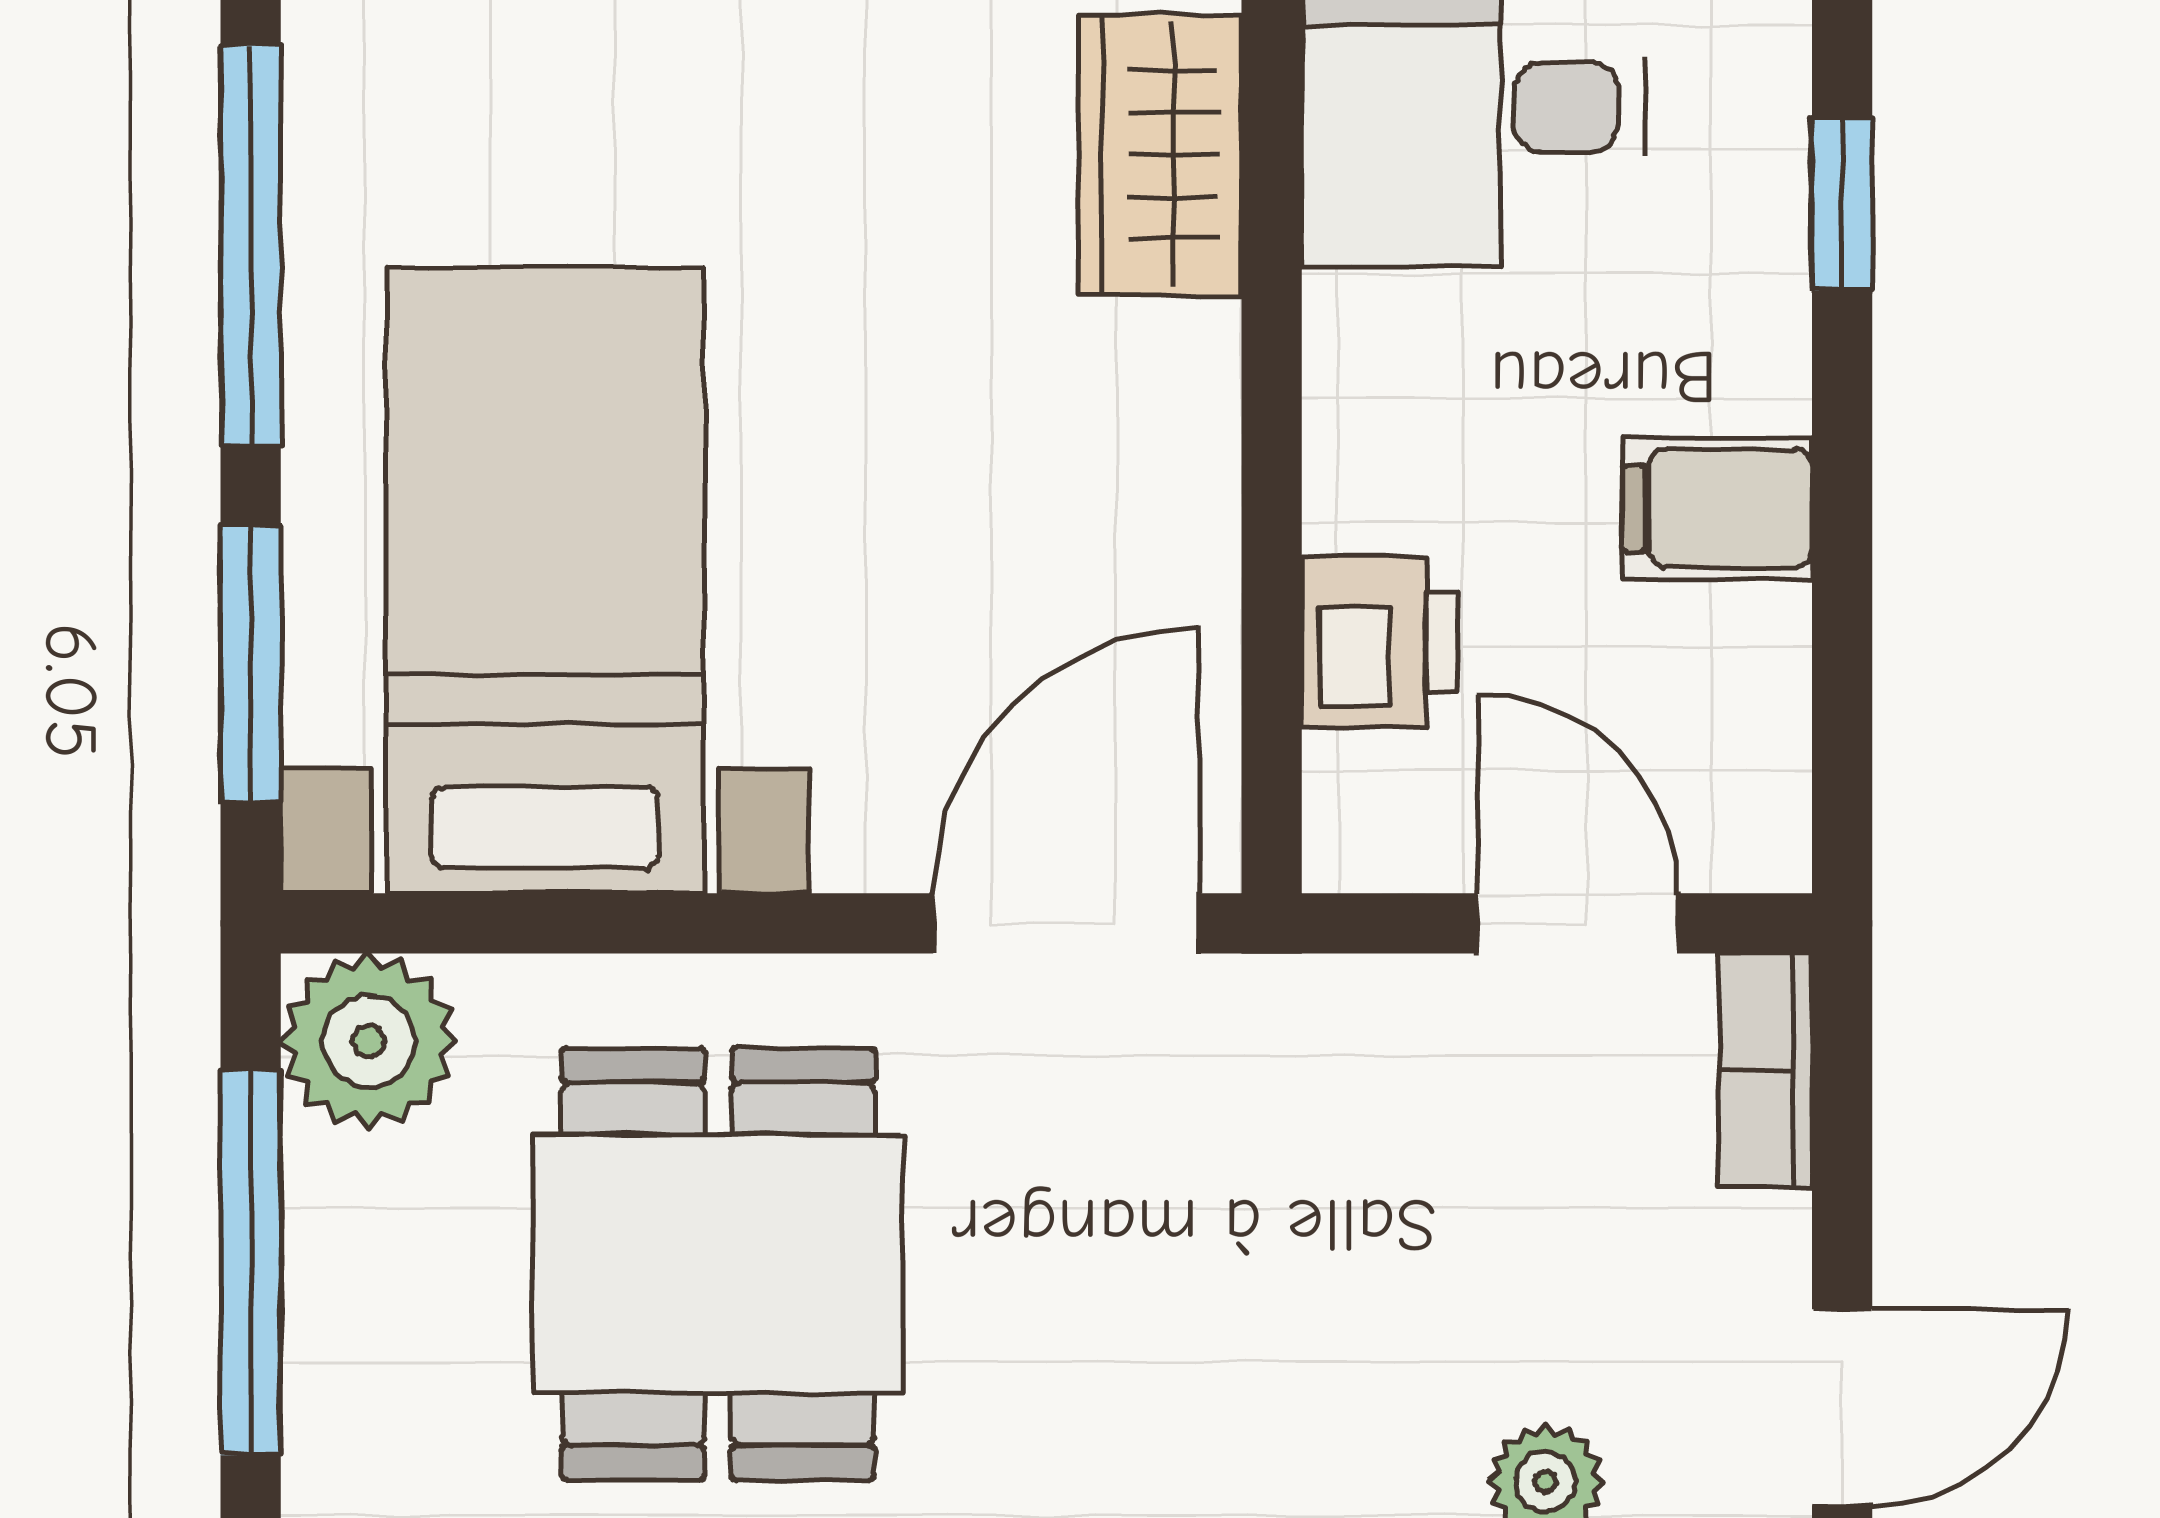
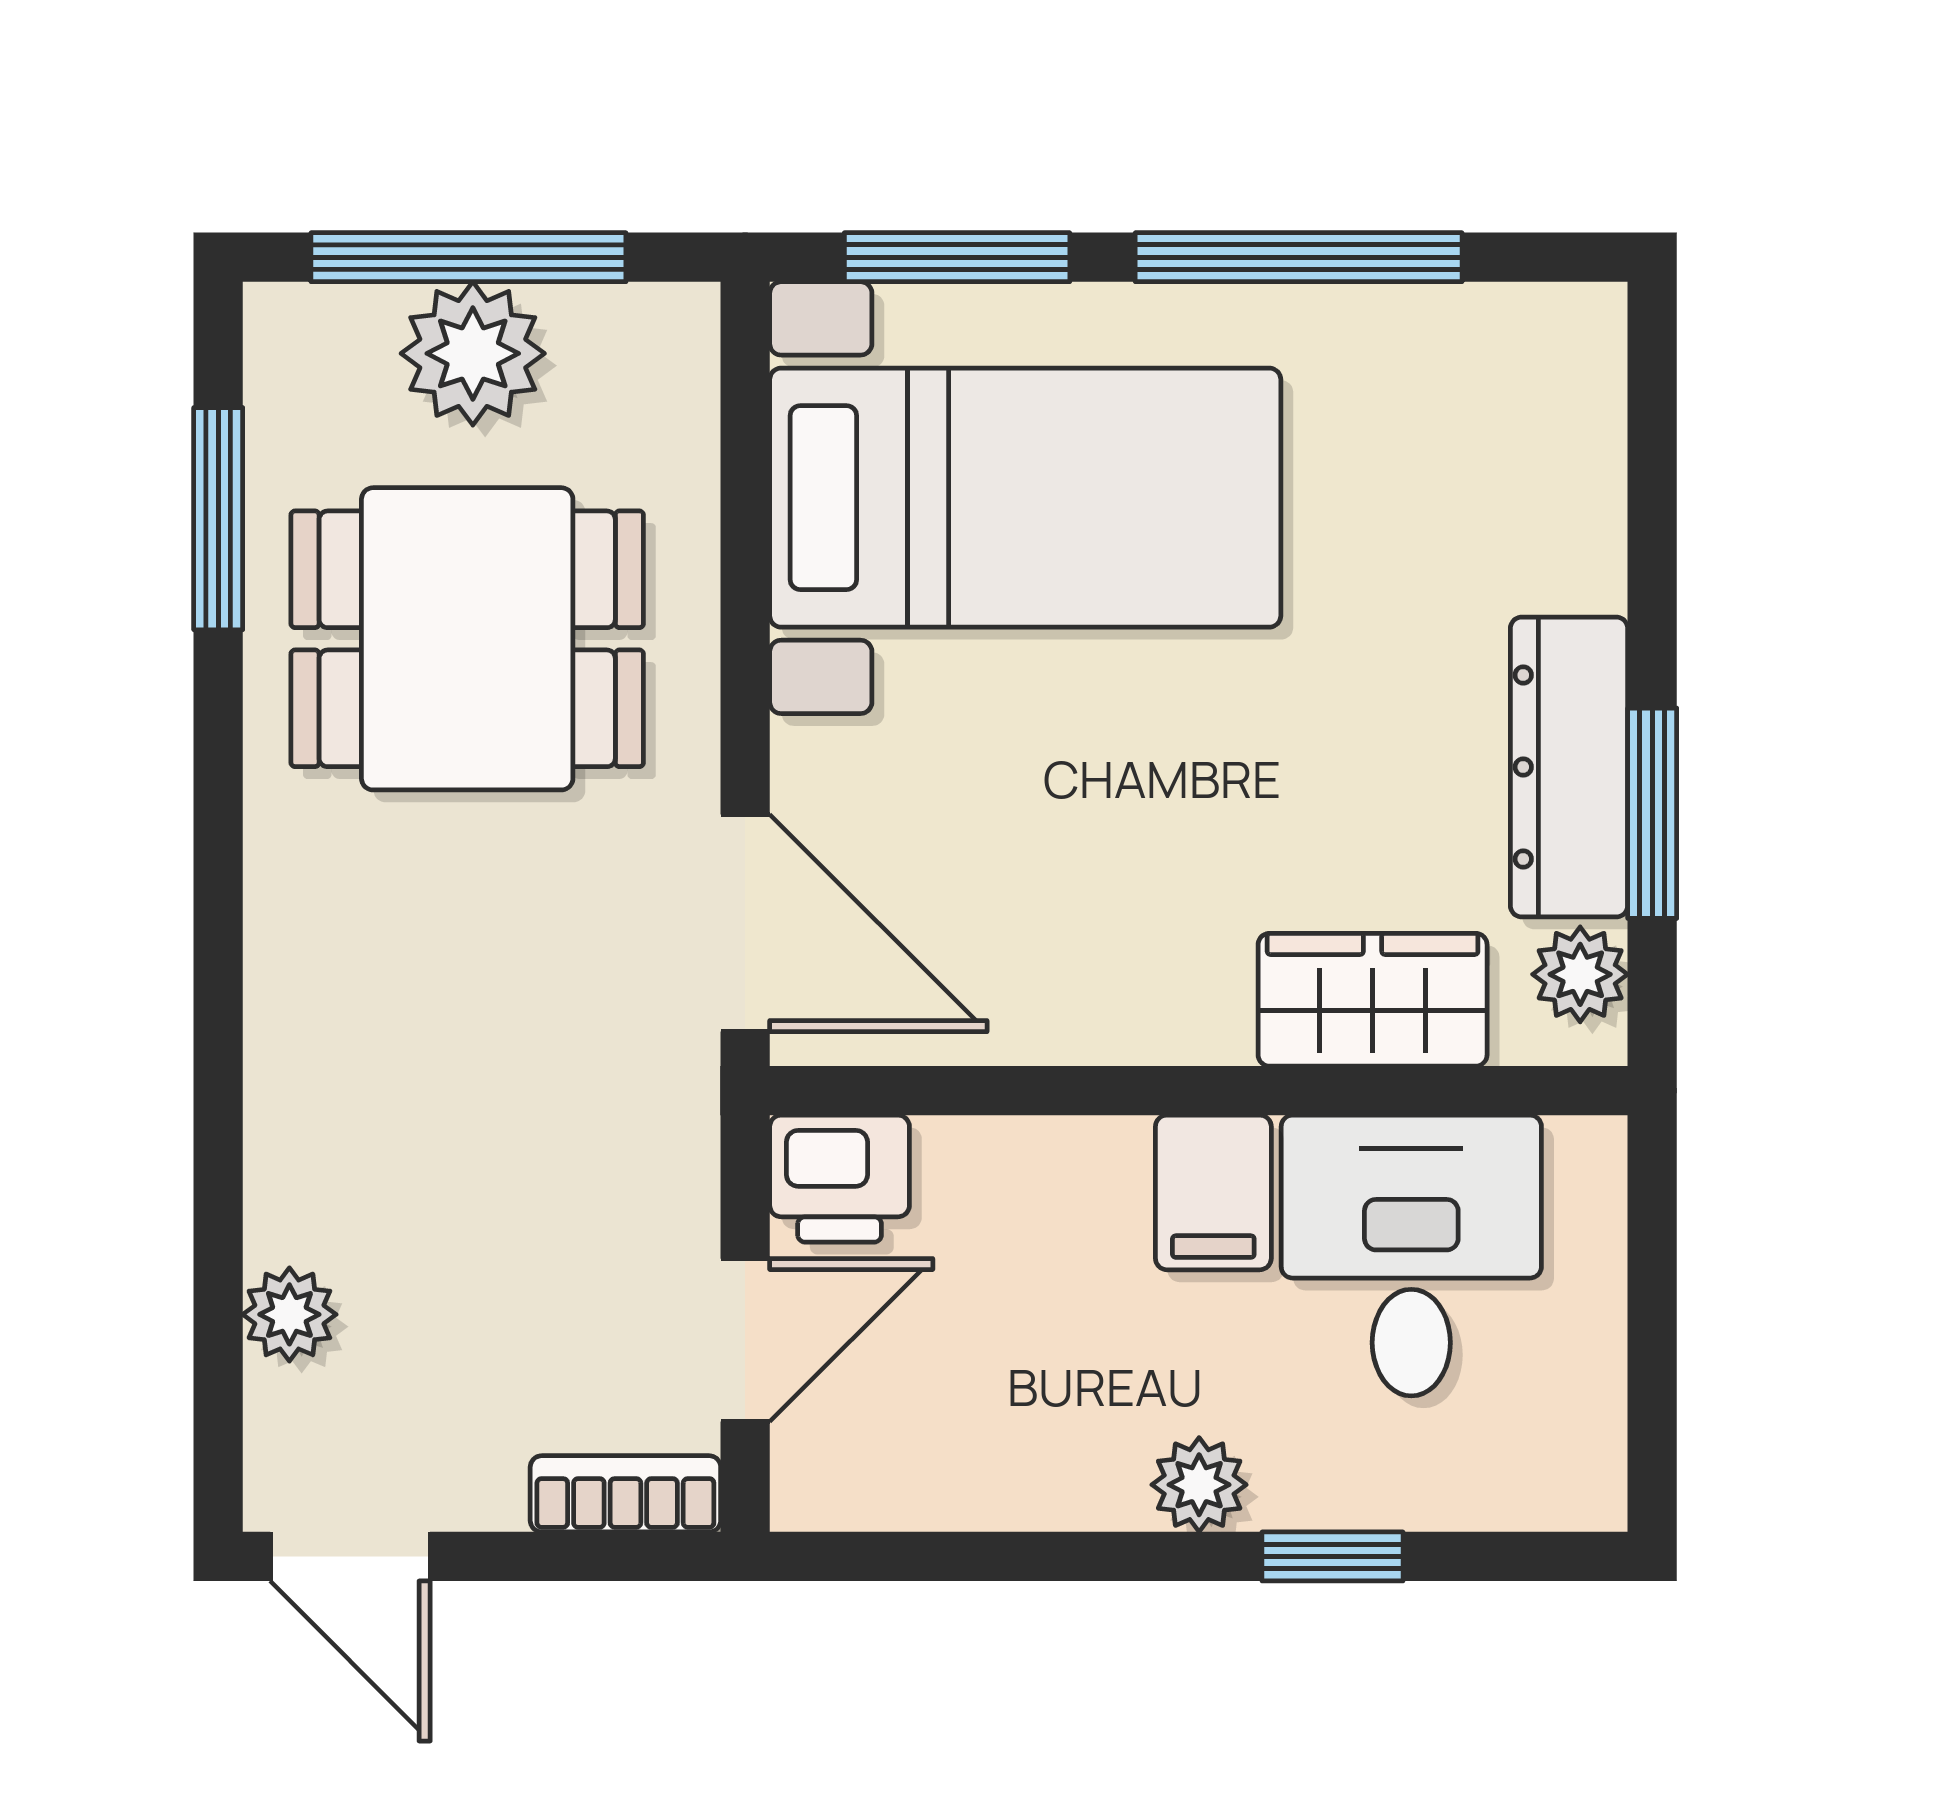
plant: (1754, 367) -> (1199, 1485), added
filing cabinet: (1717, 508) -> (1213, 1192), moved, turned 180
printer: (1379, 642) -> (840, 1179), moved
plant: (369, 1041) -> (473, 353), moved

